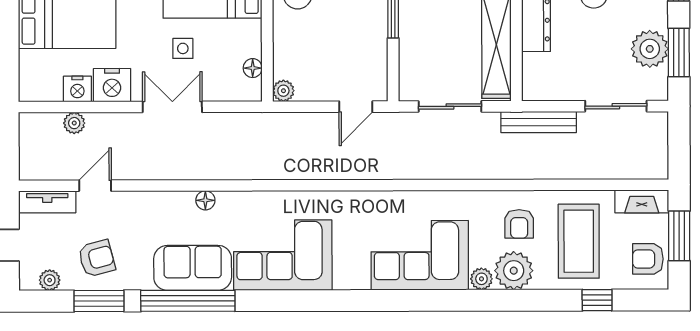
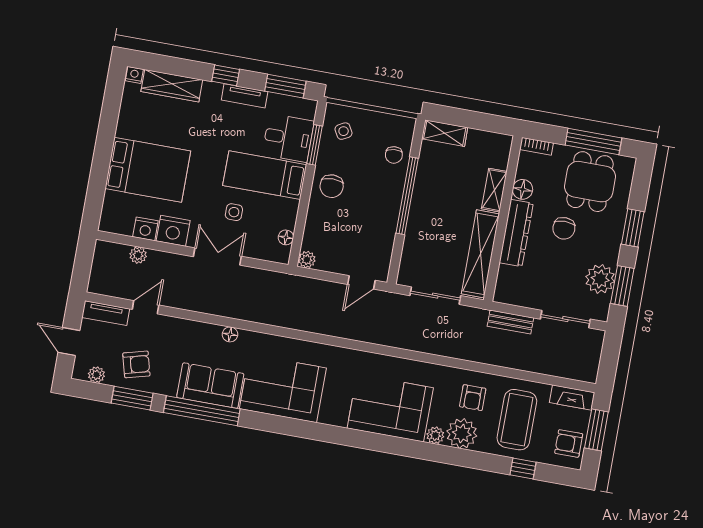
bench: (539, 122) -> (510, 322), width x0.73

